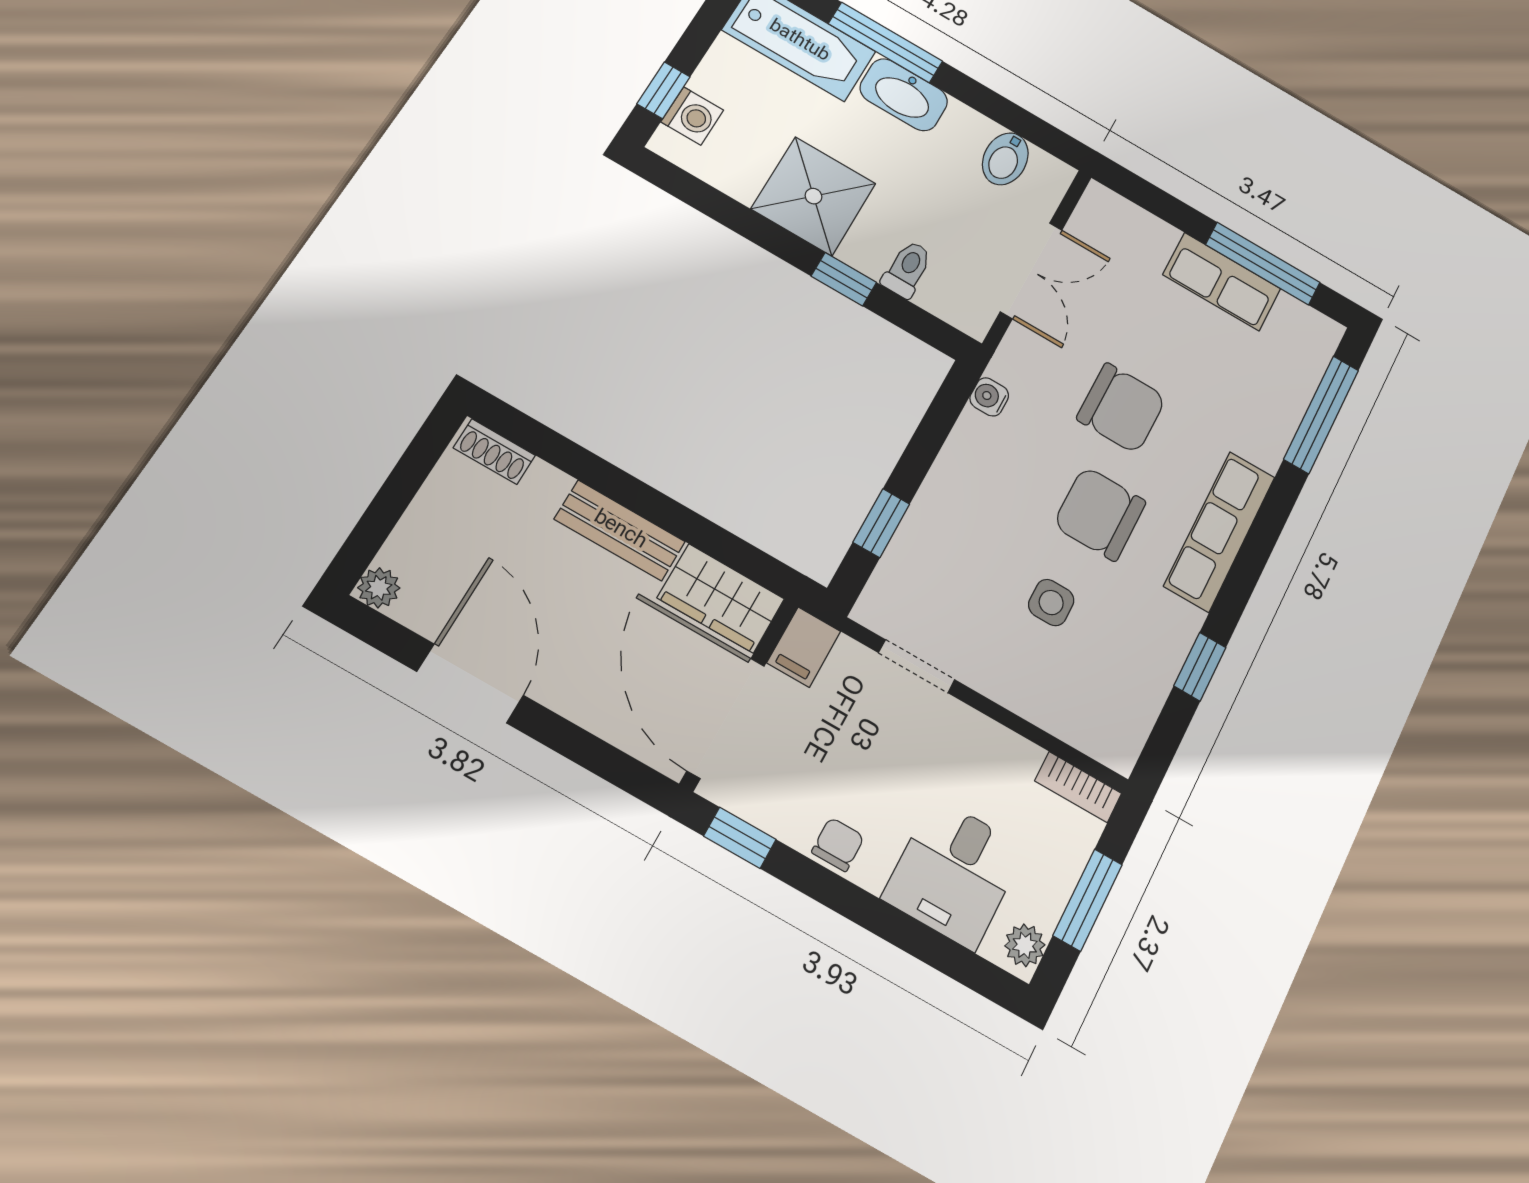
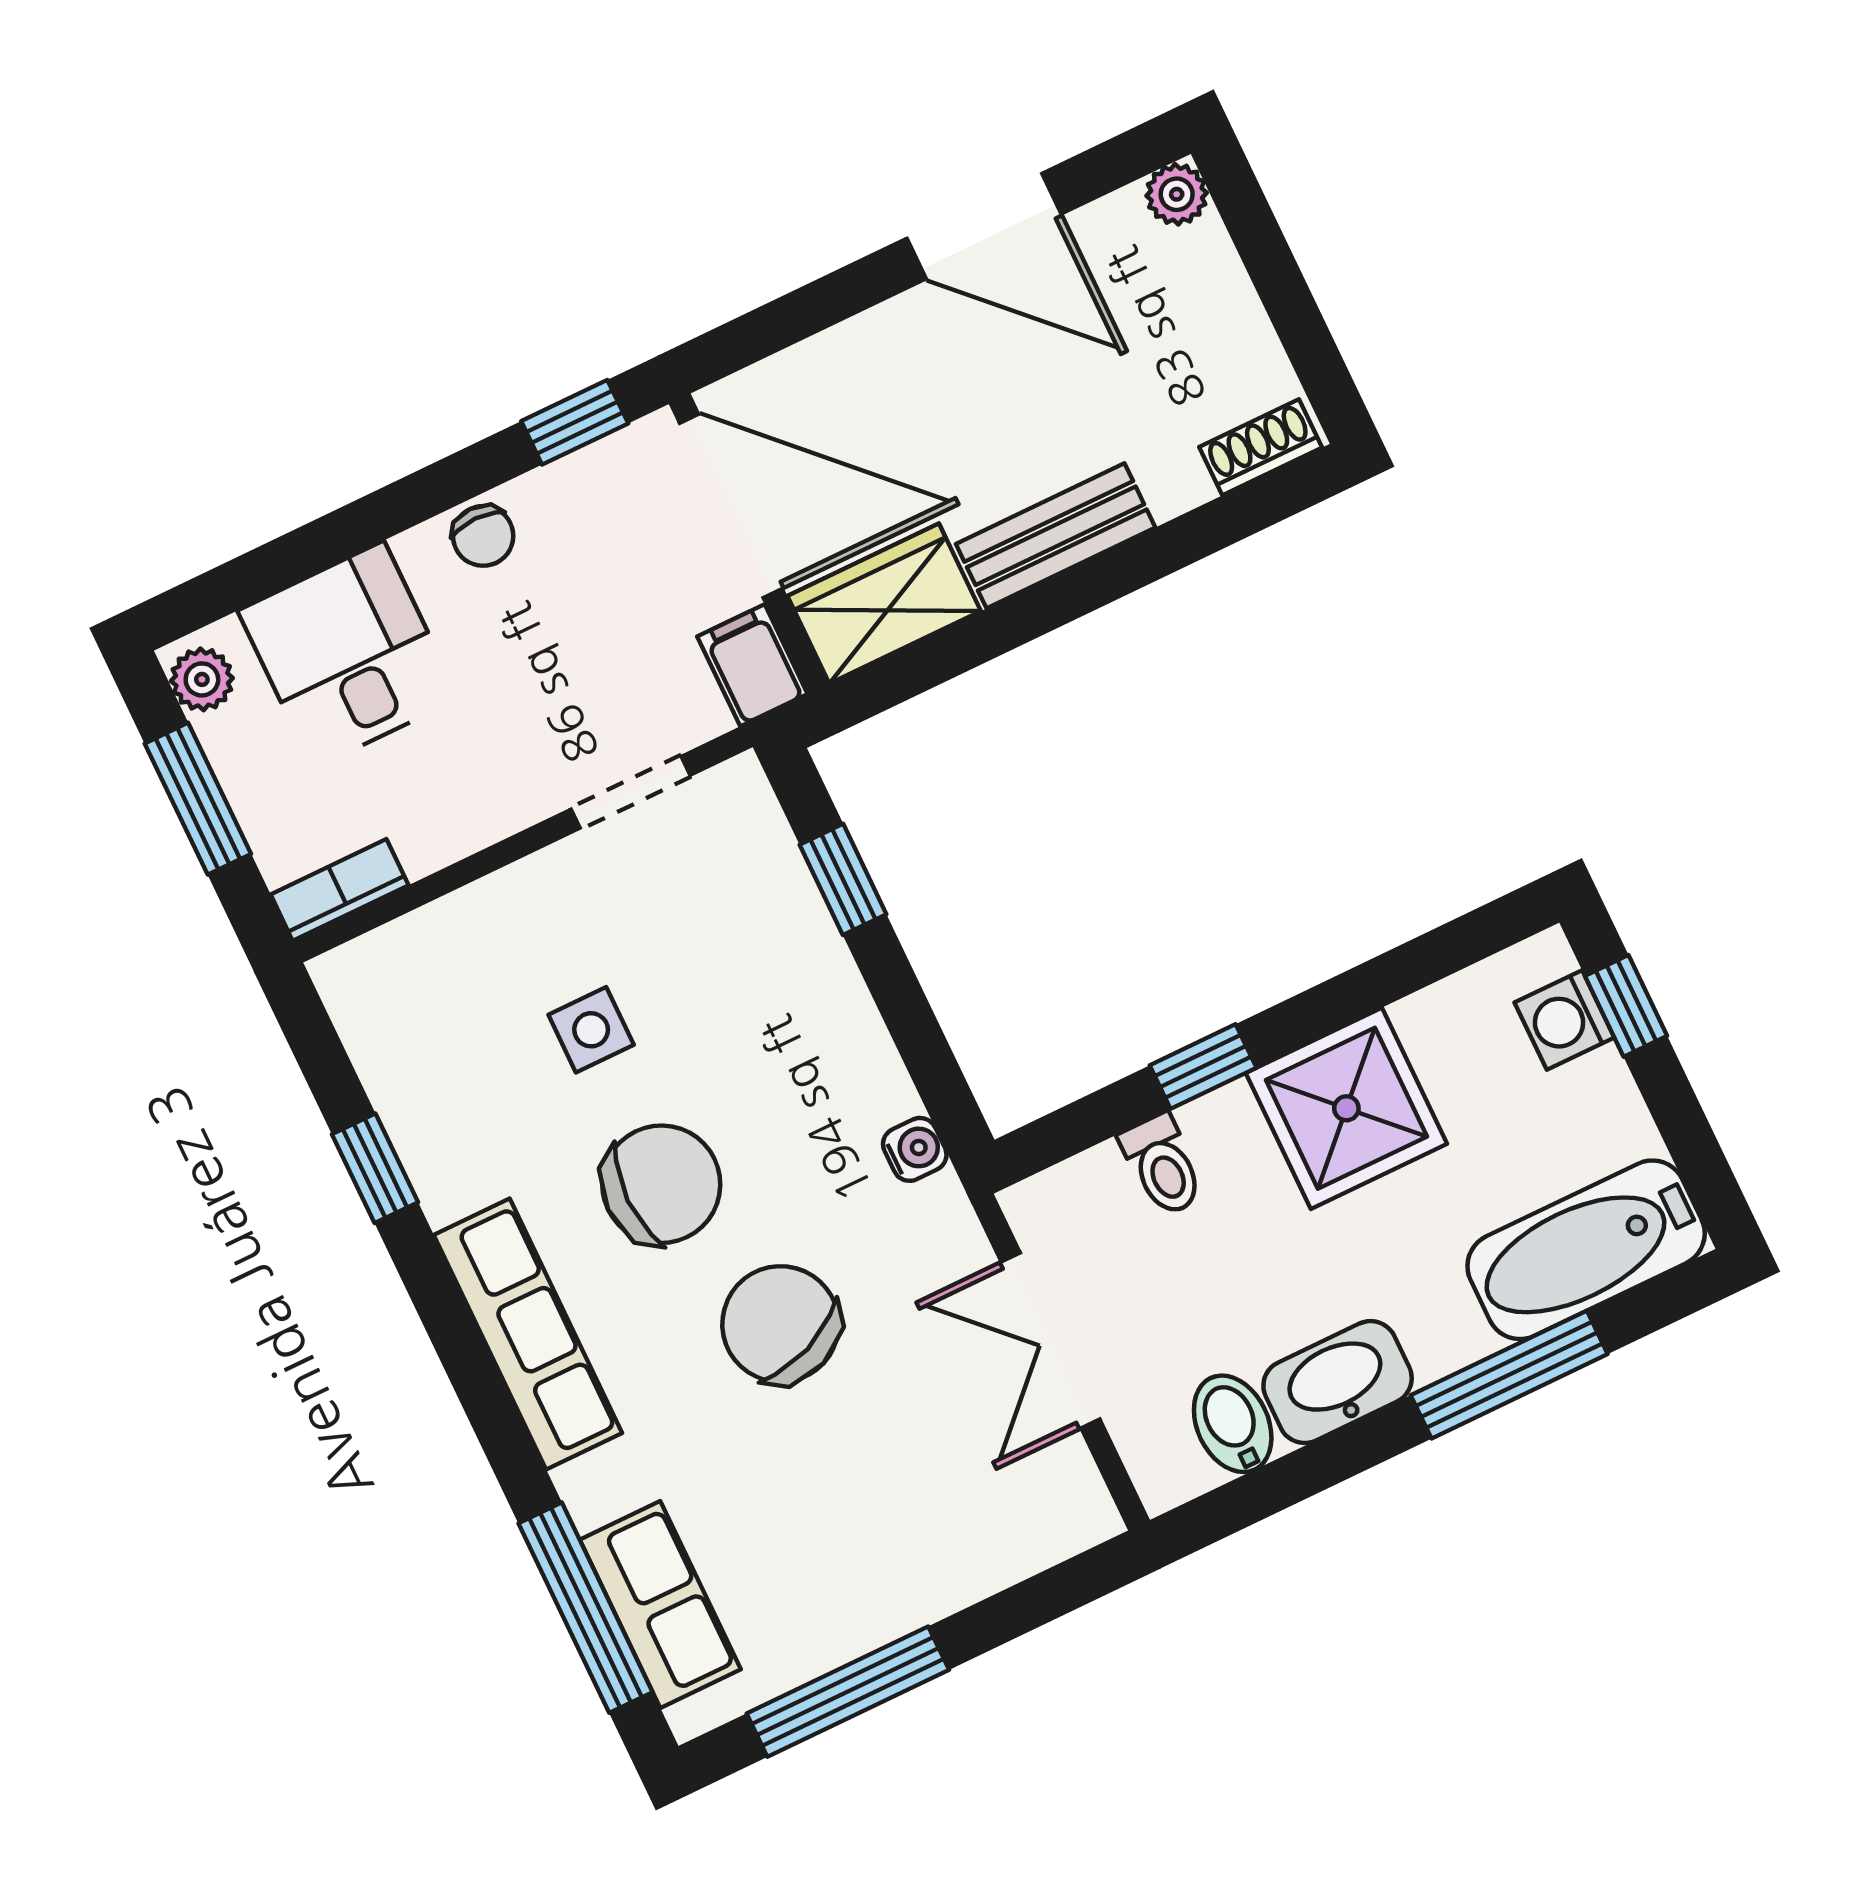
washbasin: (904, 95) -> (1338, 1382), moved
row of seats: (1222, 282) -> (660, 1605), moved, turned 90
chair: (1121, 408) -> (781, 1324), turned 68

